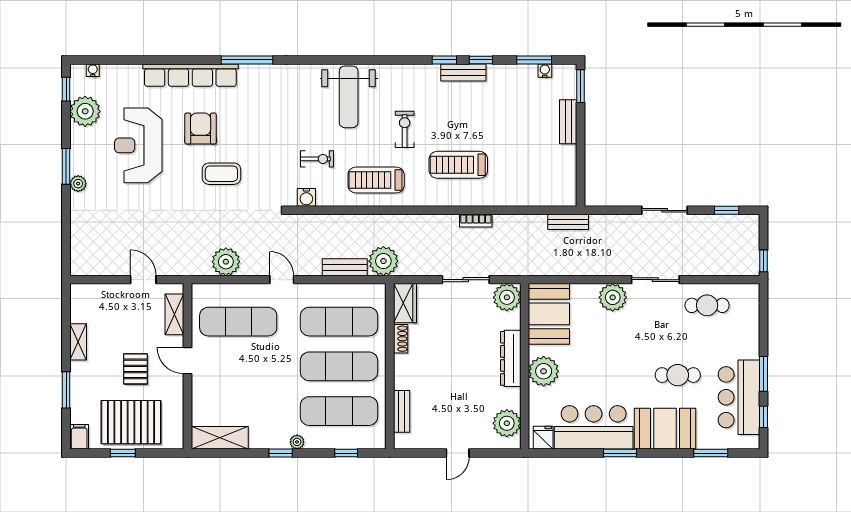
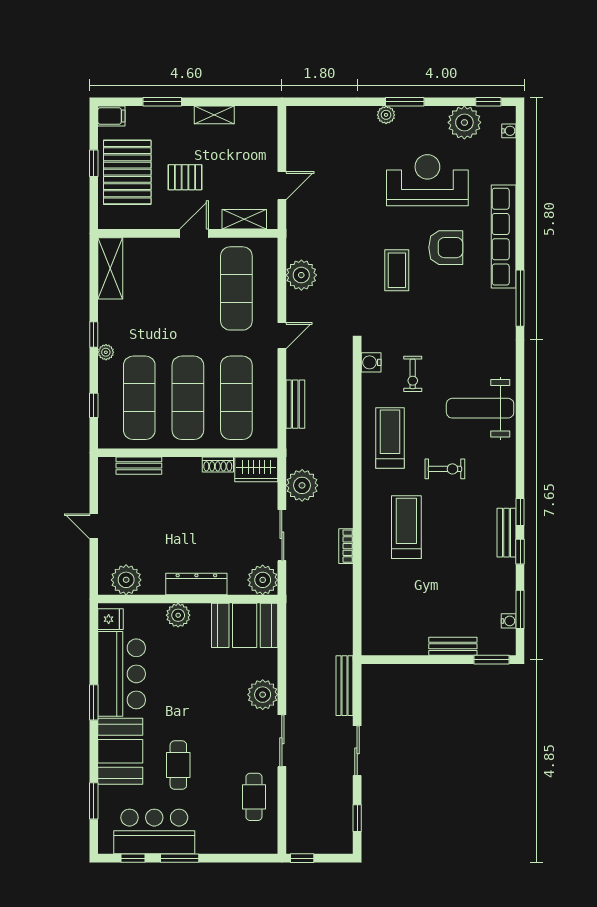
bench: (568, 222) -> (345, 686), moved, width x1.36
plant: (383, 261) -> (302, 485), moved
plant: (544, 371) -> (178, 615), width x0.73, depth x0.73

